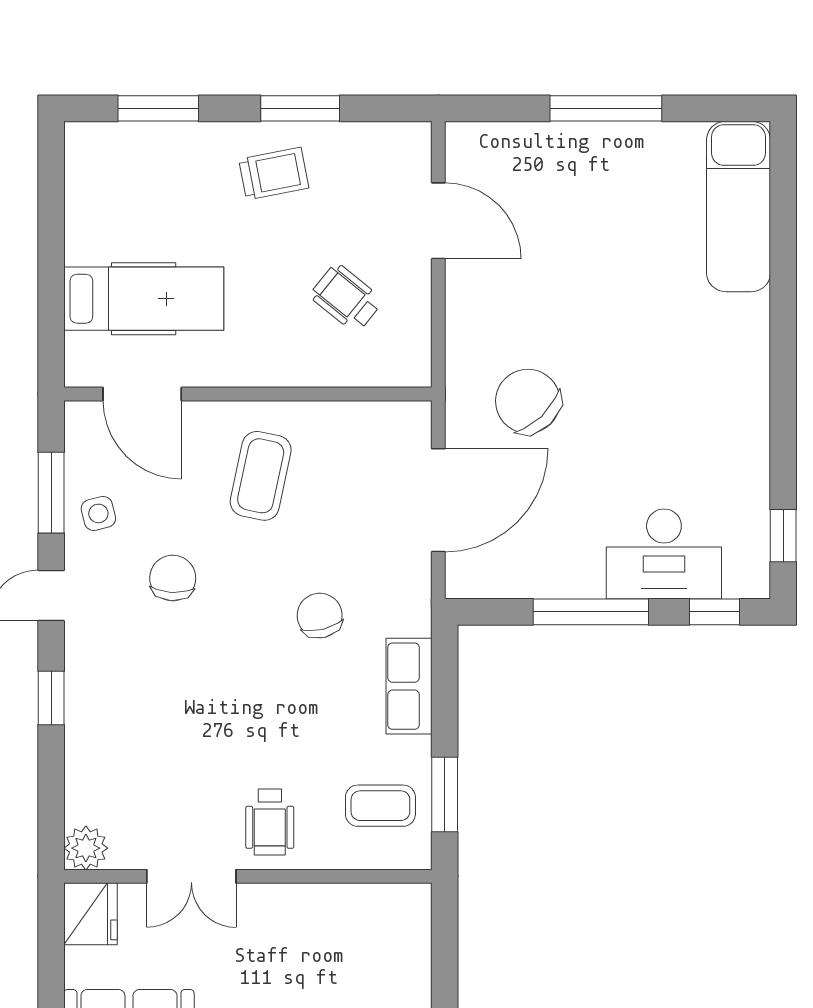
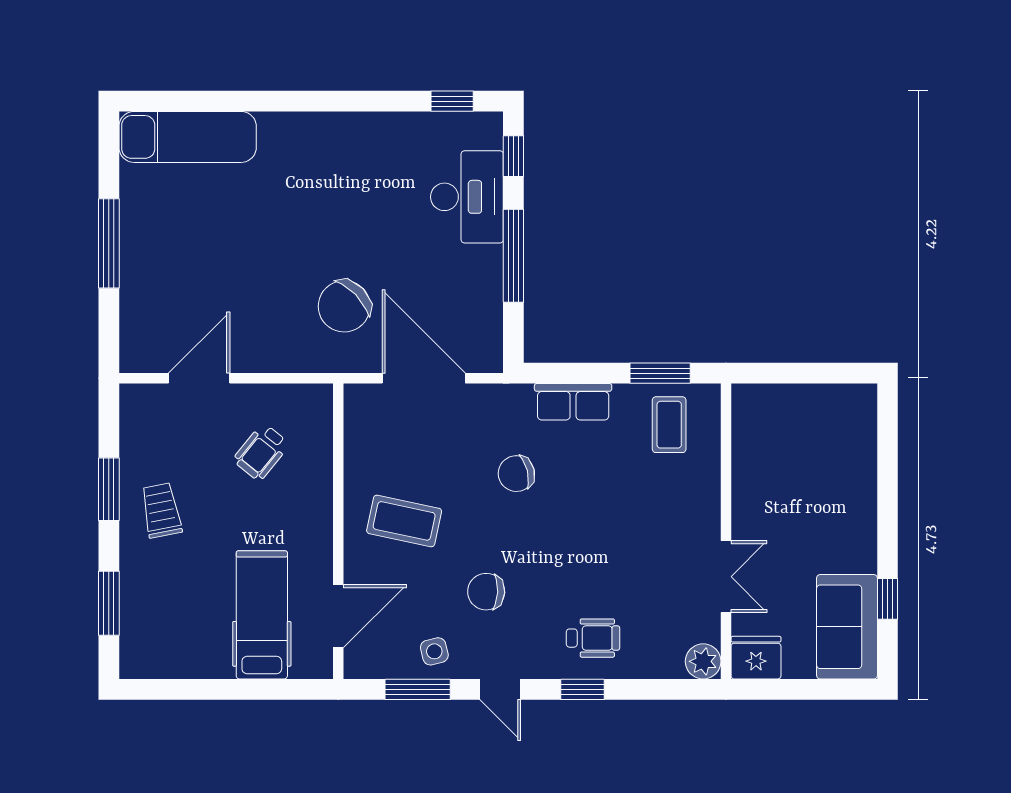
wheelchair: (270, 822) -> (593, 638), moved

